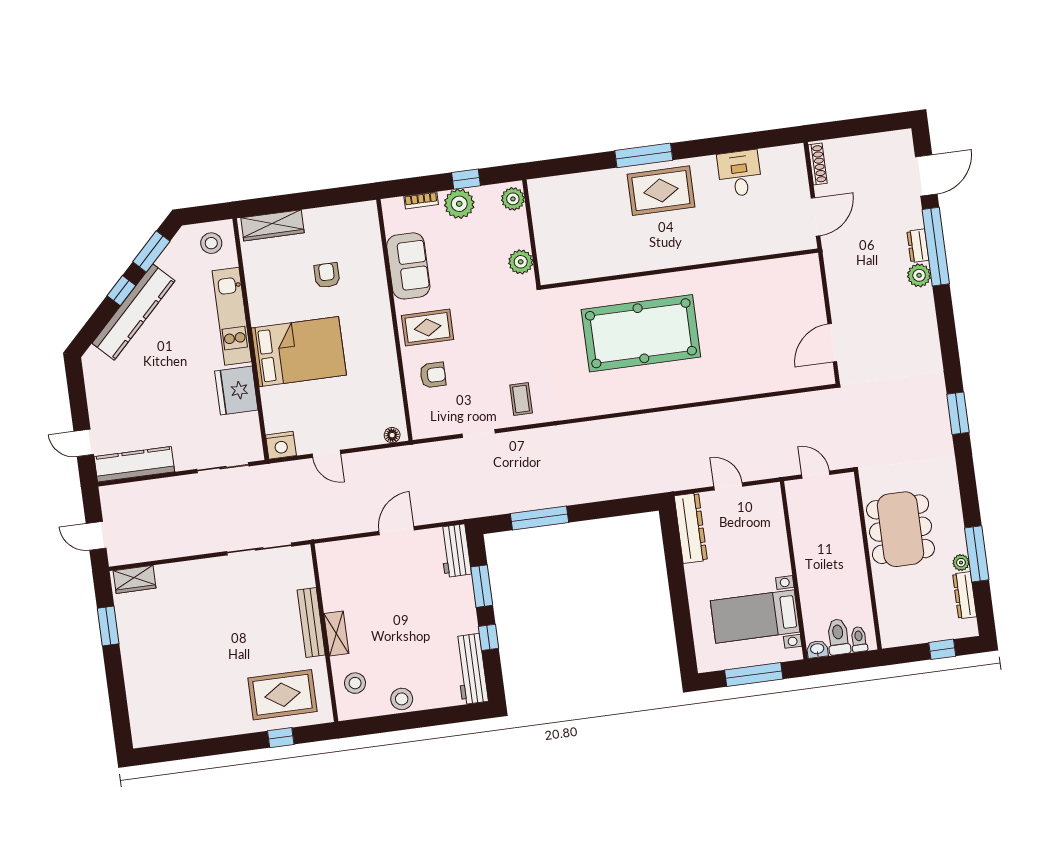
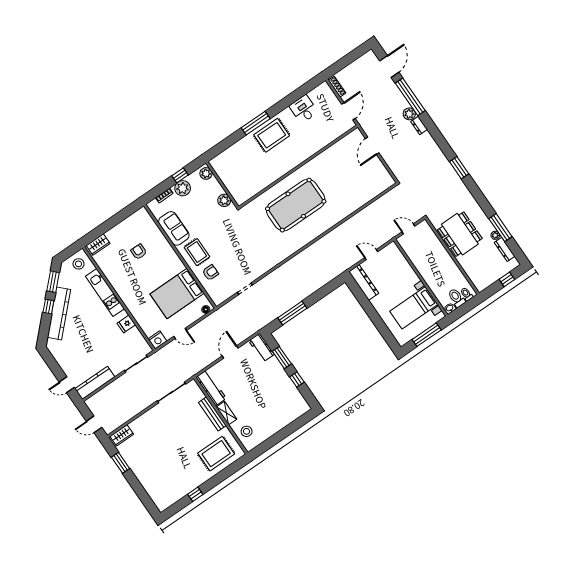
wardrobe: (273, 225) -> (98, 244), width x0.67
dresser: (918, 246) -> (419, 126), moved
rug: (428, 328) -> (197, 252), turned 90
door: (832, 343) -> (372, 146), moved
bed: (299, 352) -> (177, 294), moved, turned 180
fridge: (236, 391) -> (126, 324), width x0.53, depth x0.75
coffee table: (521, 399) -> (256, 263), removed
workbench: (471, 669) -> (211, 388), moved, turned 180
stool: (402, 699) -> (272, 428), removed
window: (281, 738) -> (195, 494), moved

